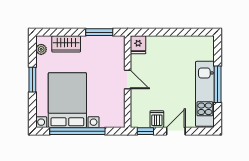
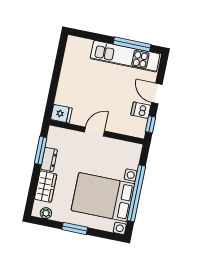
dresser: (92, 42) -> (49, 159), added
window: (218, 84) -> (132, 44), moved

